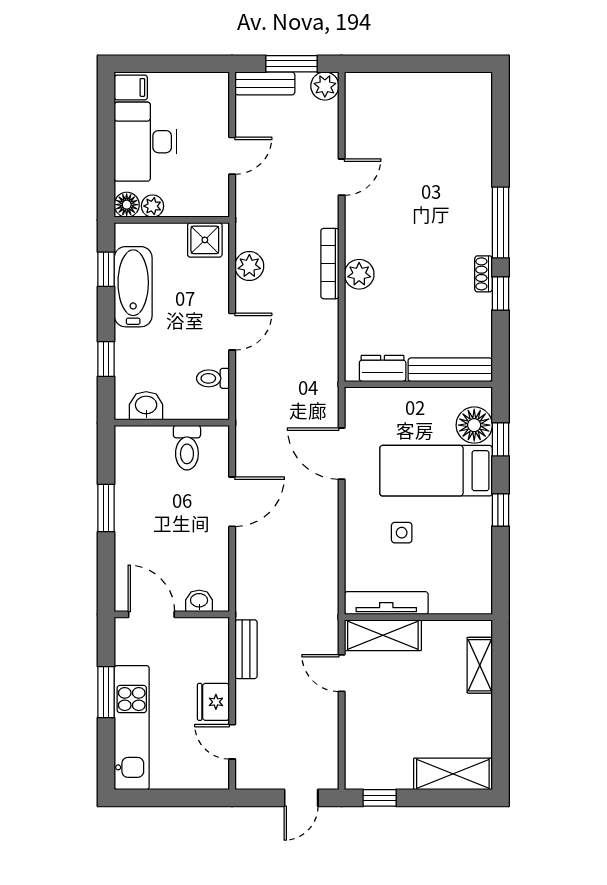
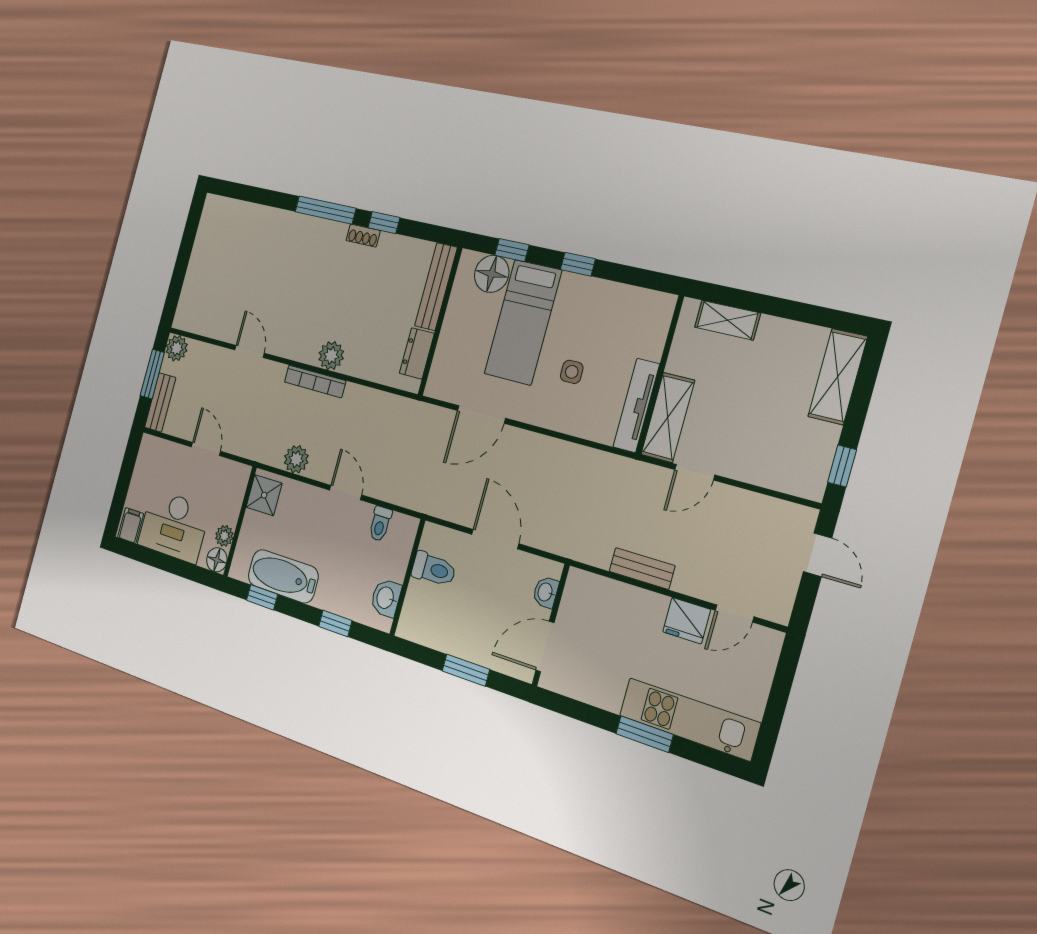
washbasin: (199, 601) -> (546, 592), moved
door: (151, 614) -> (545, 646), moved
wall: (172, 614) -> (551, 625), moved

